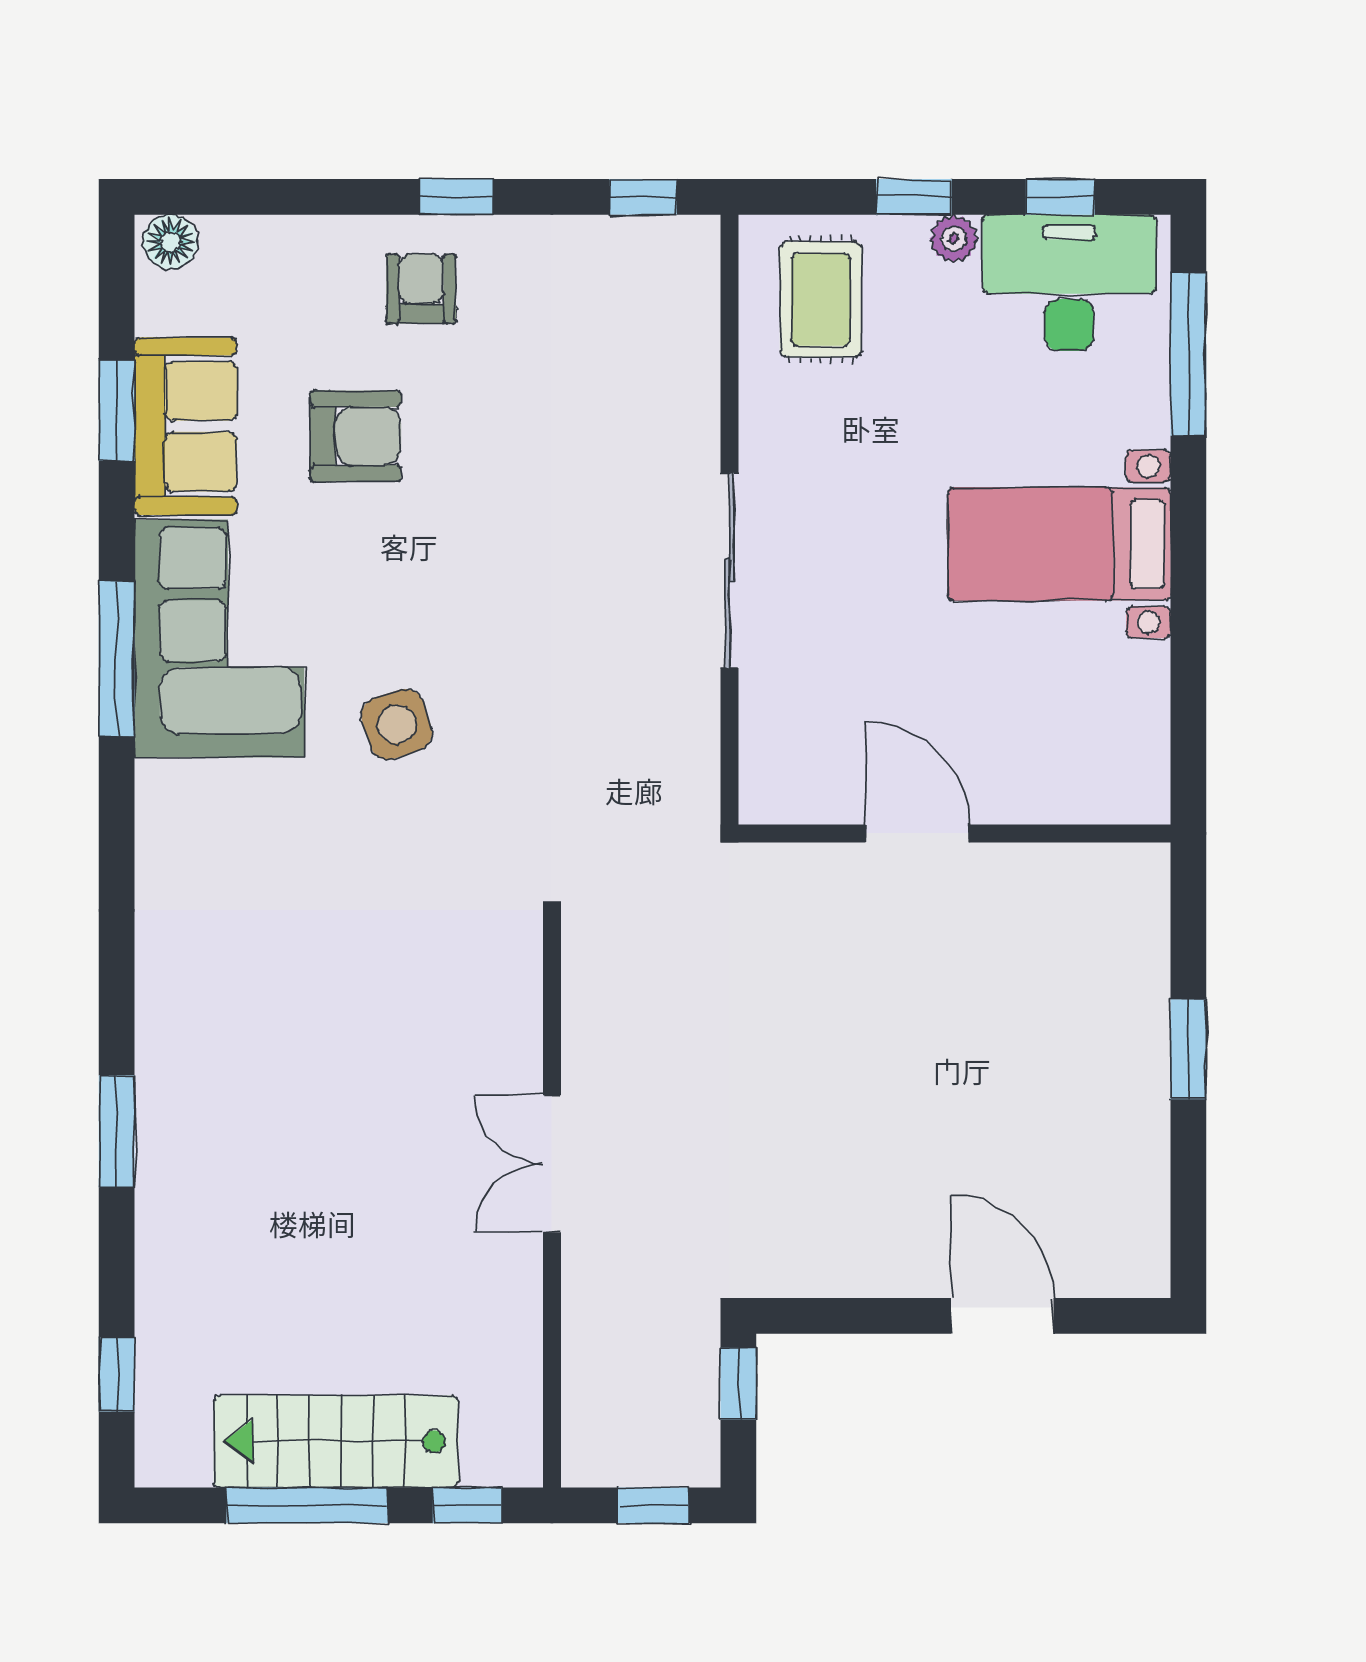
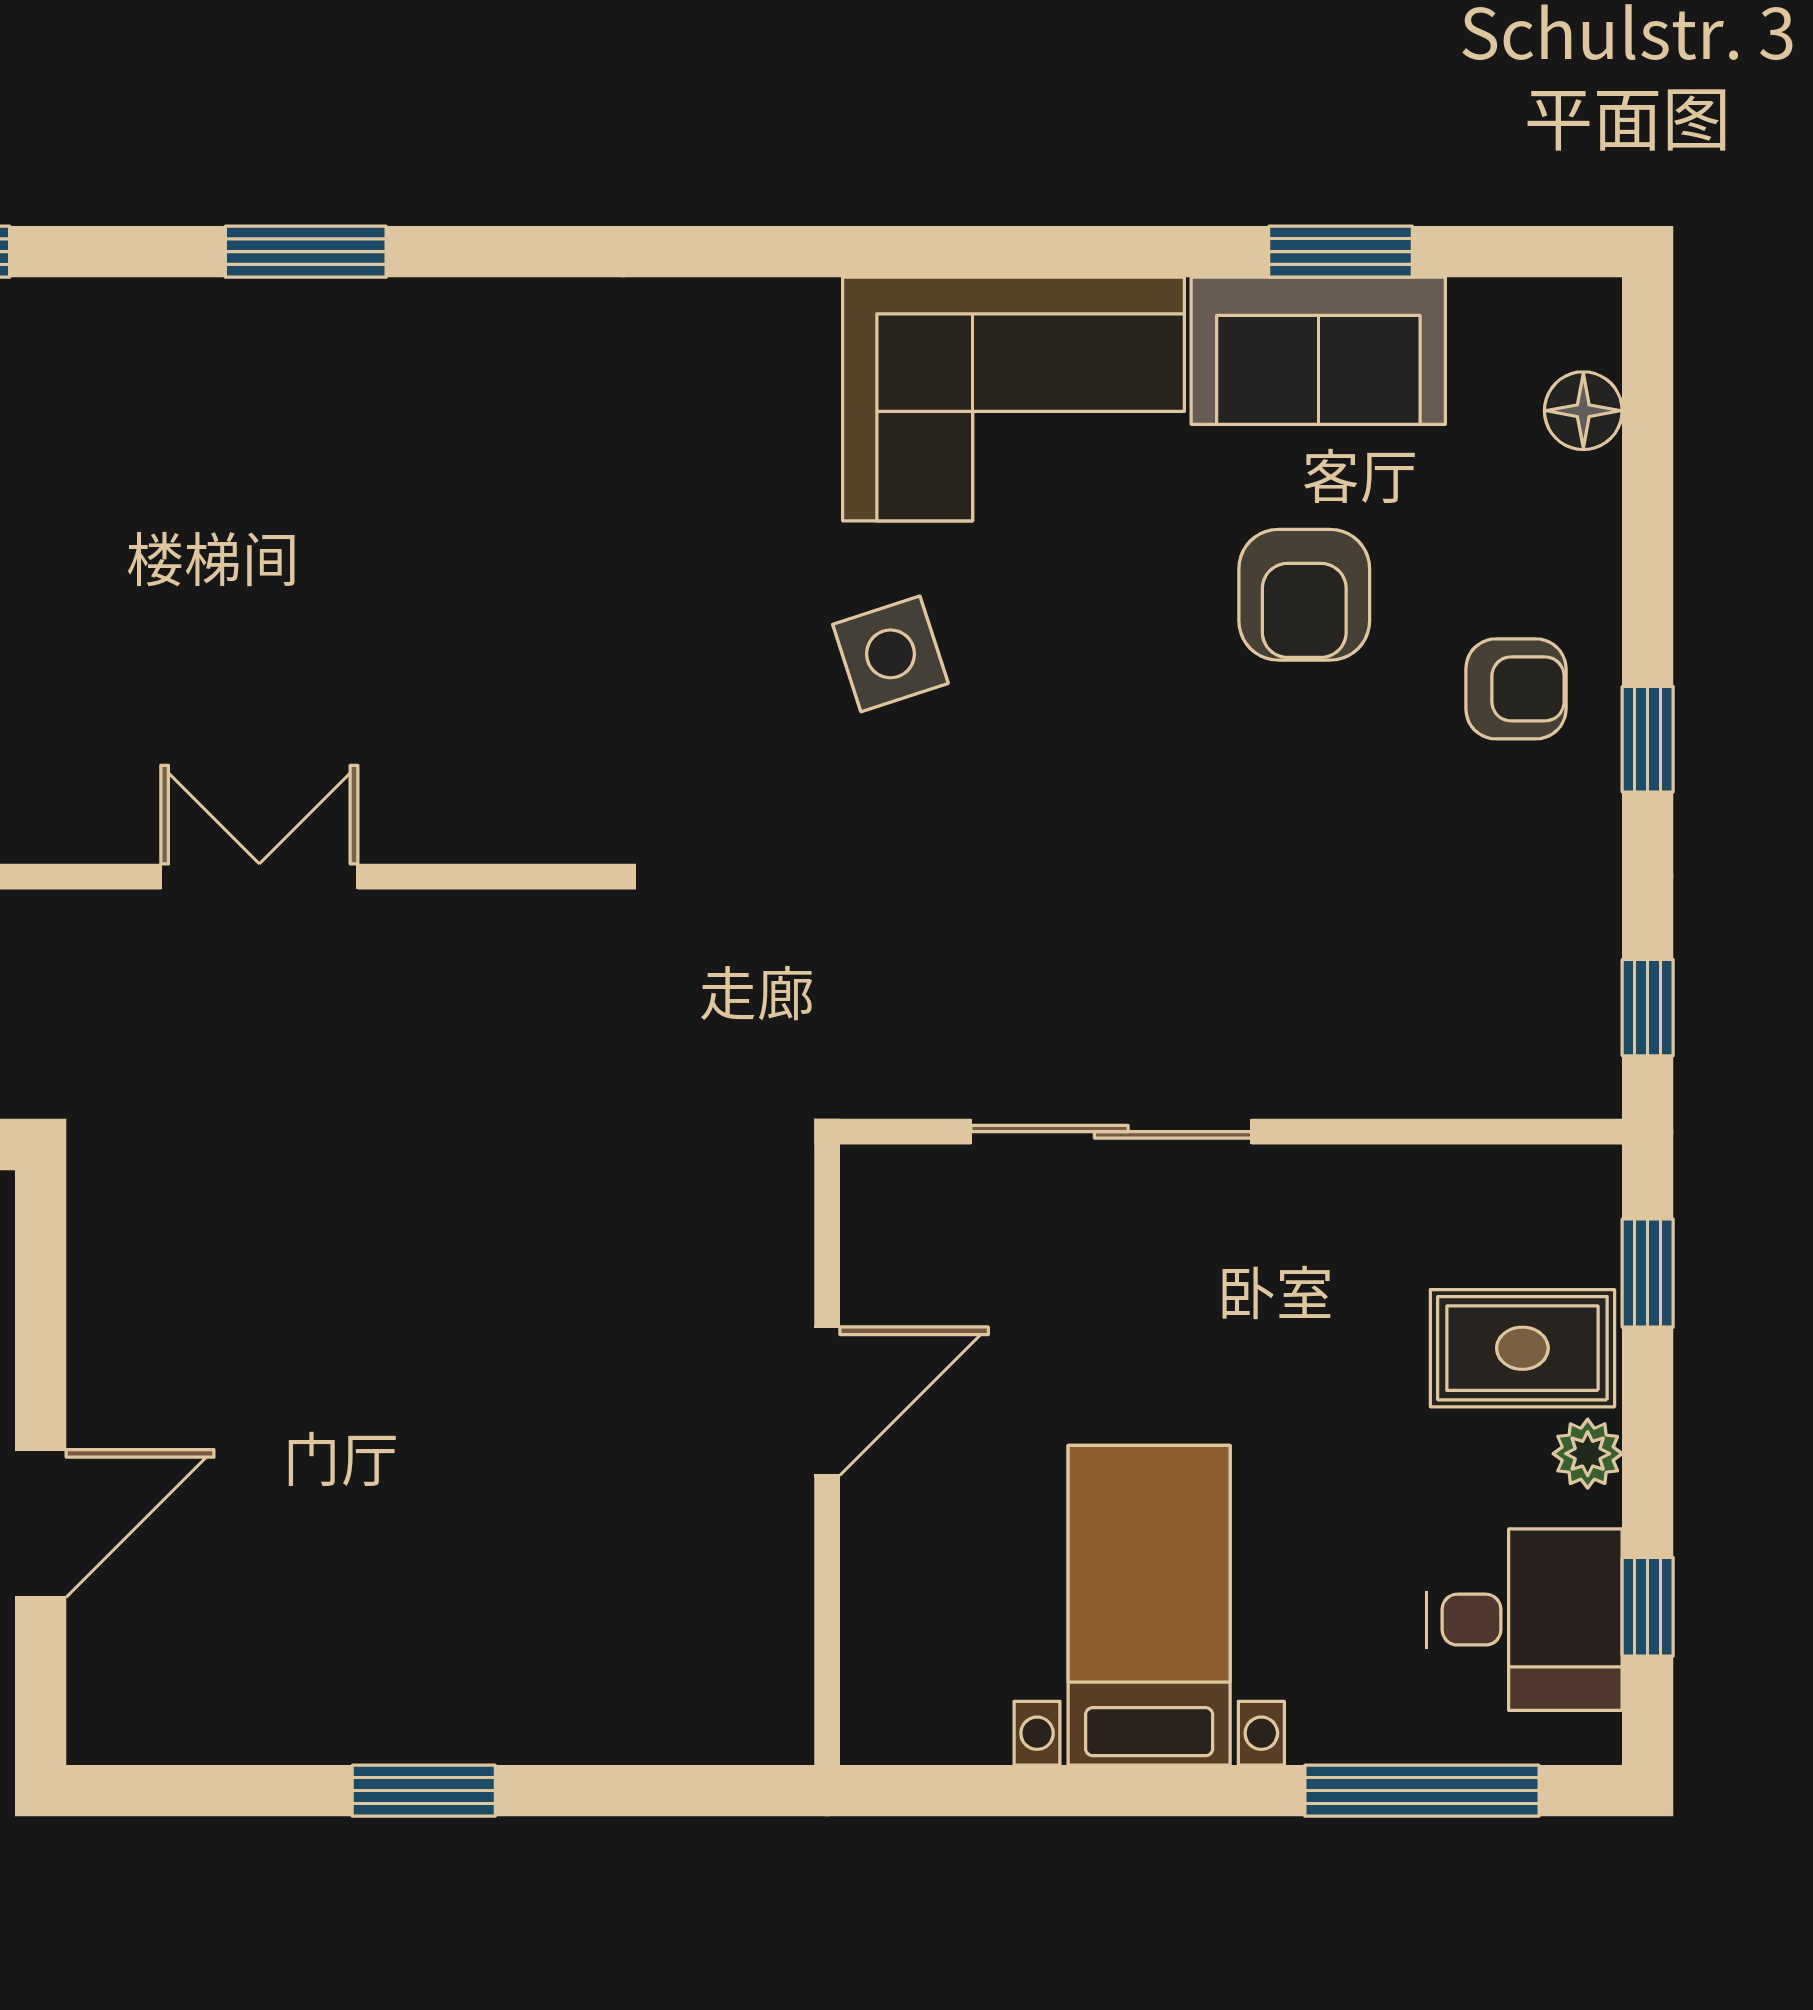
window: (914, 197) -> (1648, 1273), moved
floor lamp: (170, 242) -> (1583, 411), moved
desk: (1069, 283) -> (1524, 1620), width x0.73
rug: (821, 299) -> (1522, 1348), moved
window: (117, 659) -> (985, 252), removed
door: (917, 833) -> (827, 1401), moved
wall: (955, 833) -> (827, 1455), moved

